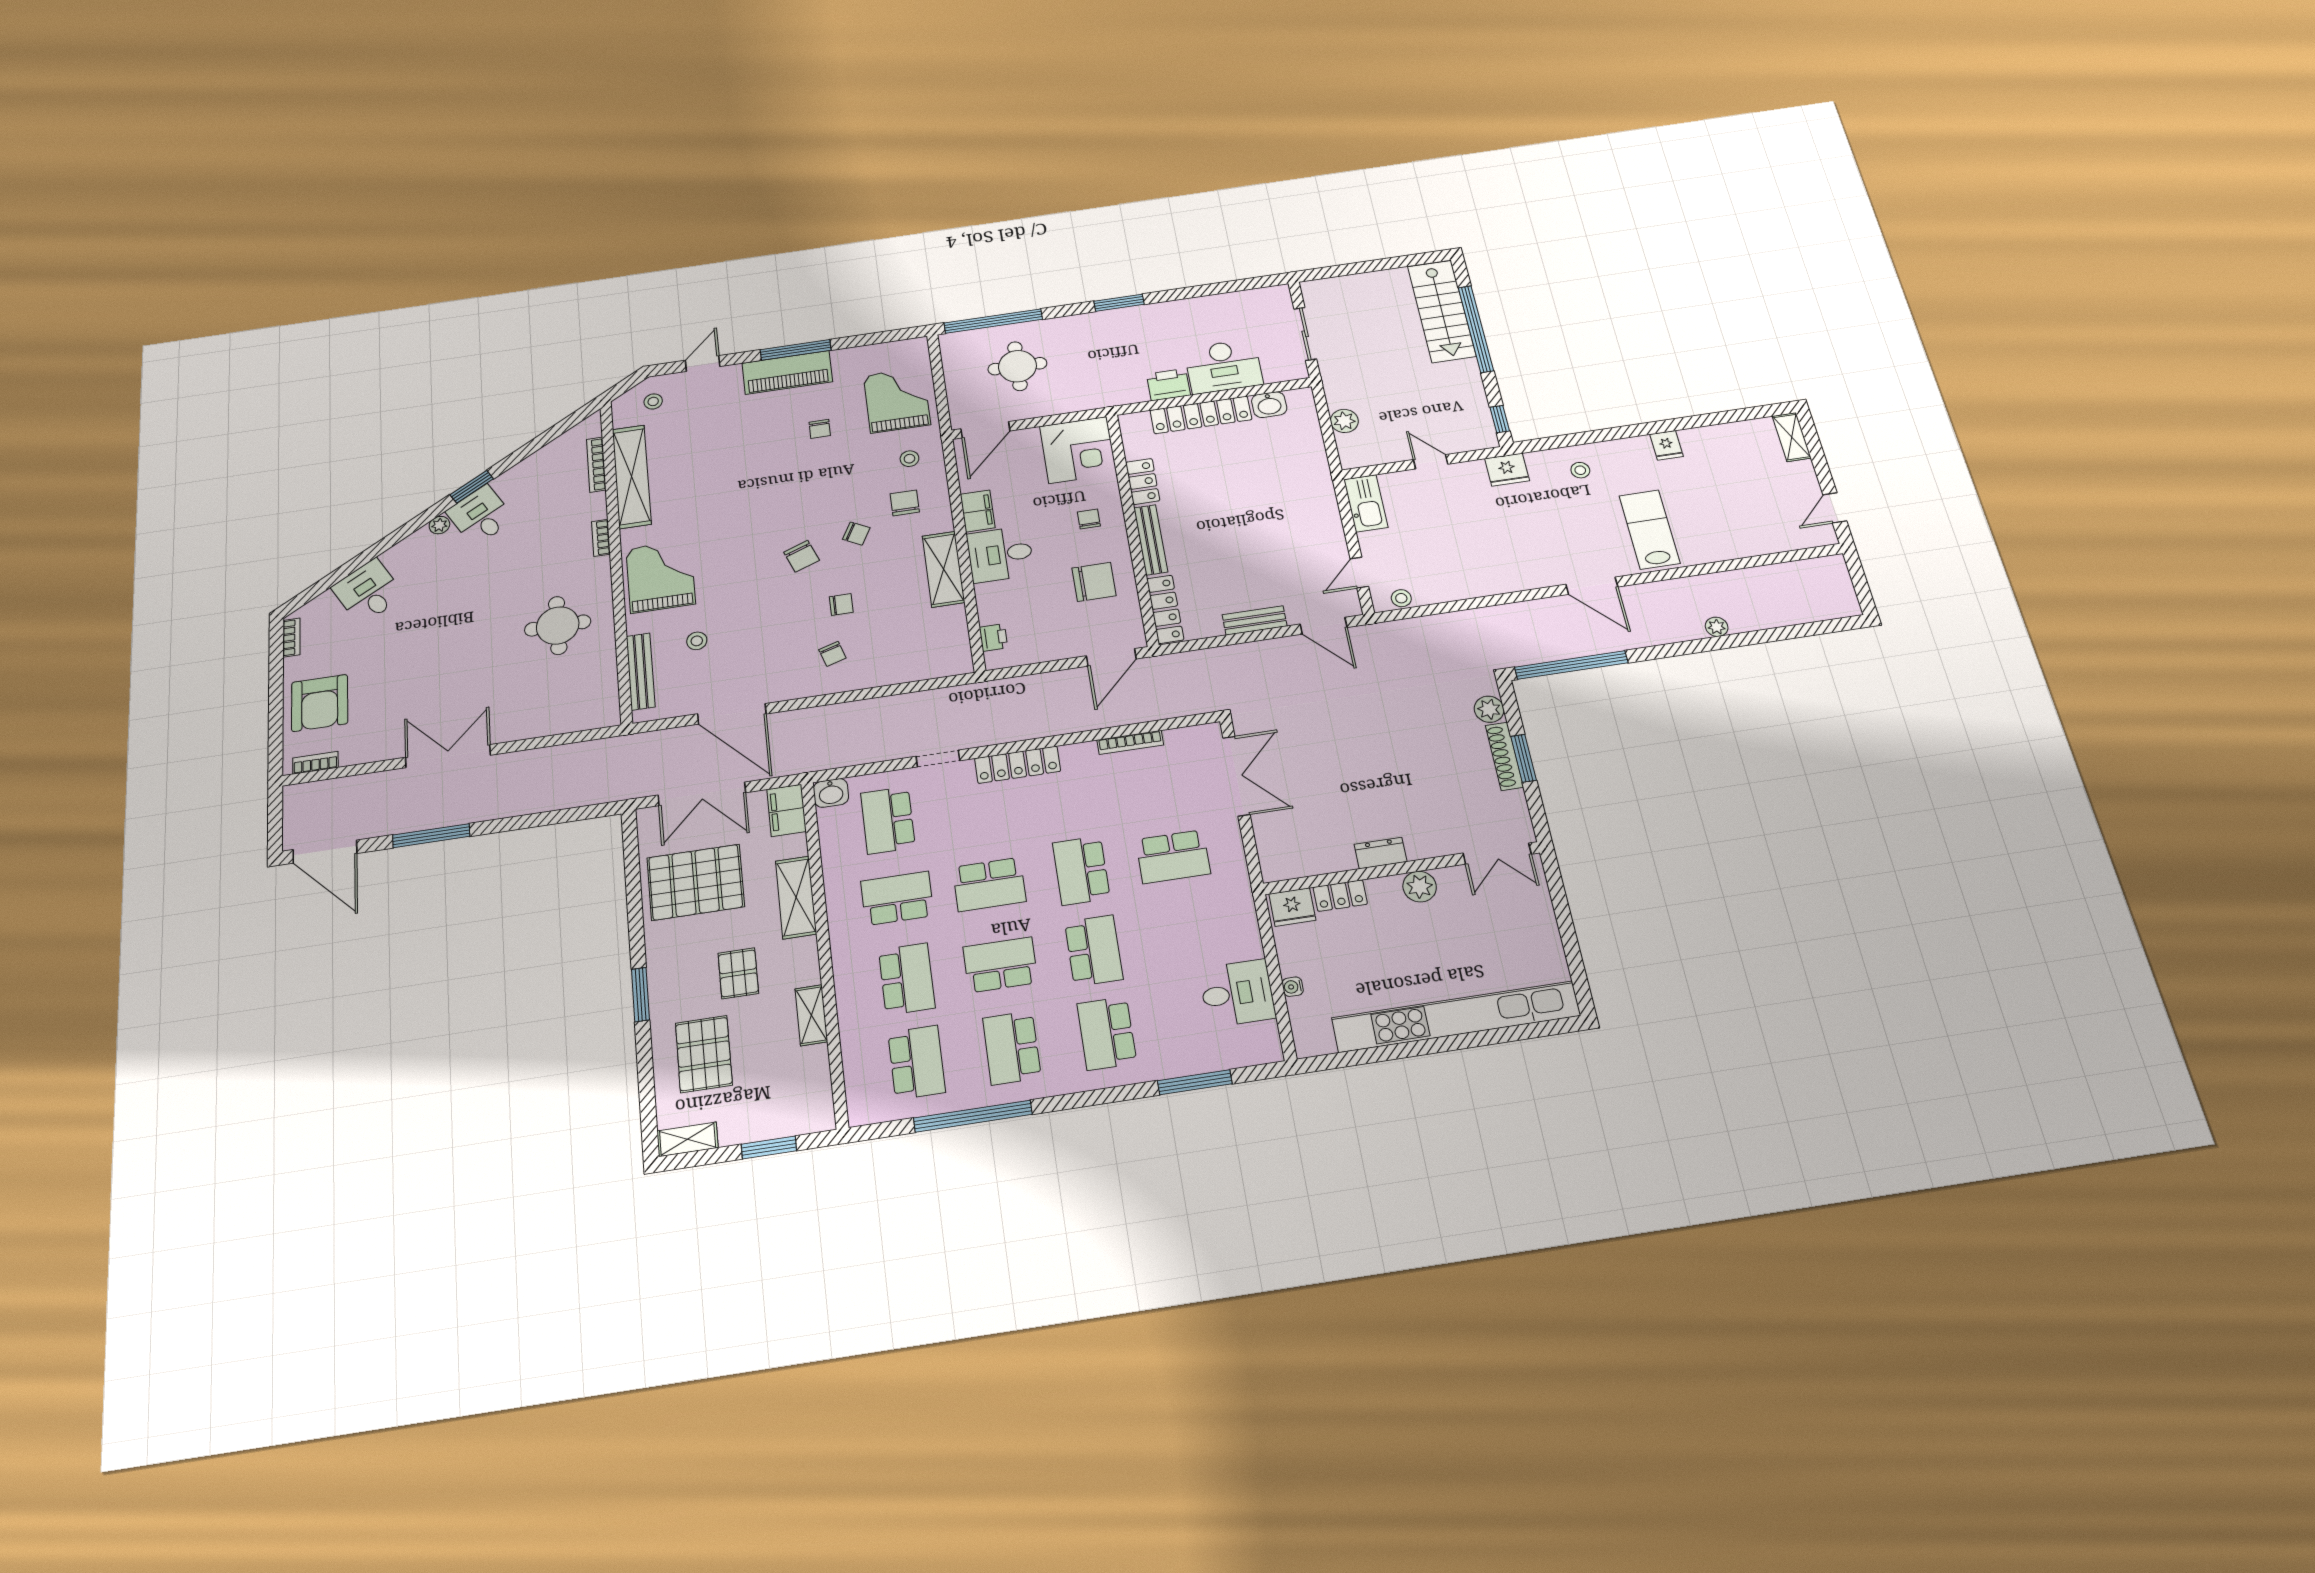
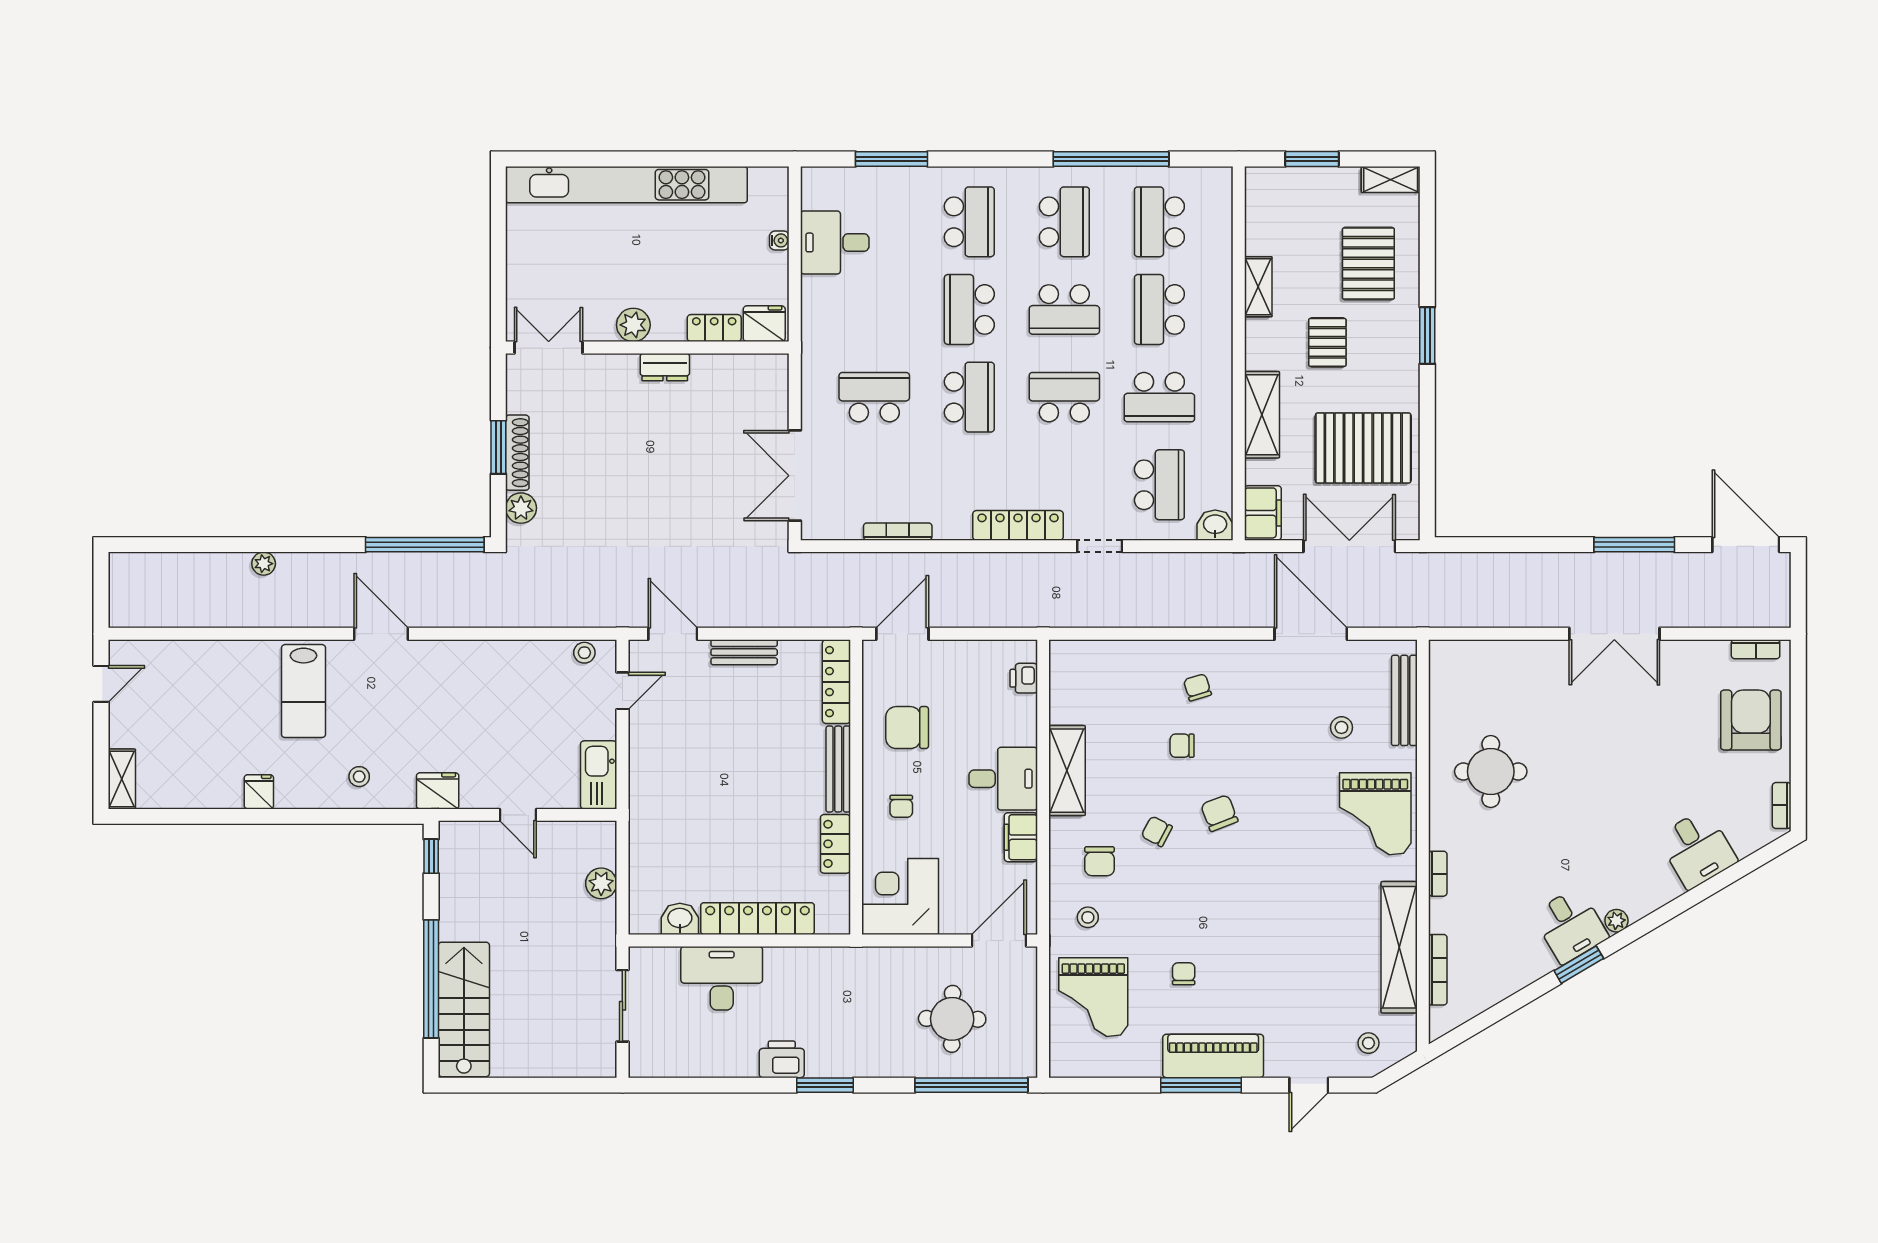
printer: (1168, 385) -> (782, 1059), moved, turned 180

